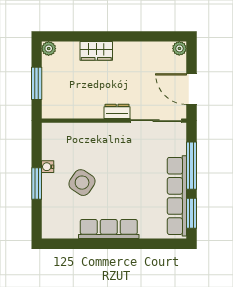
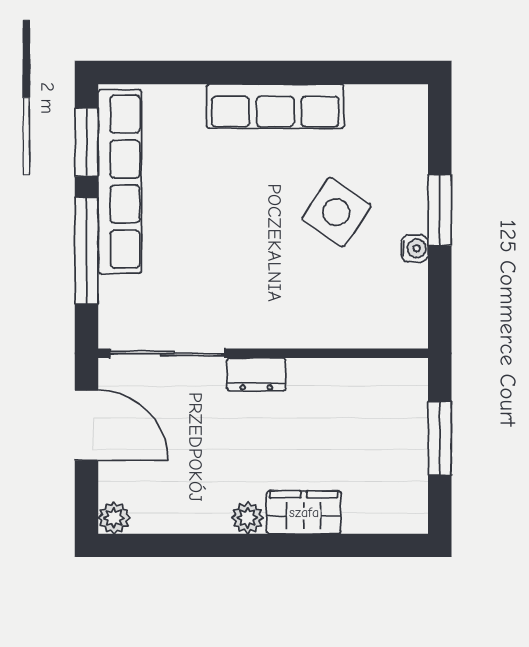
plant: (49, 49) -> (248, 518), moved

